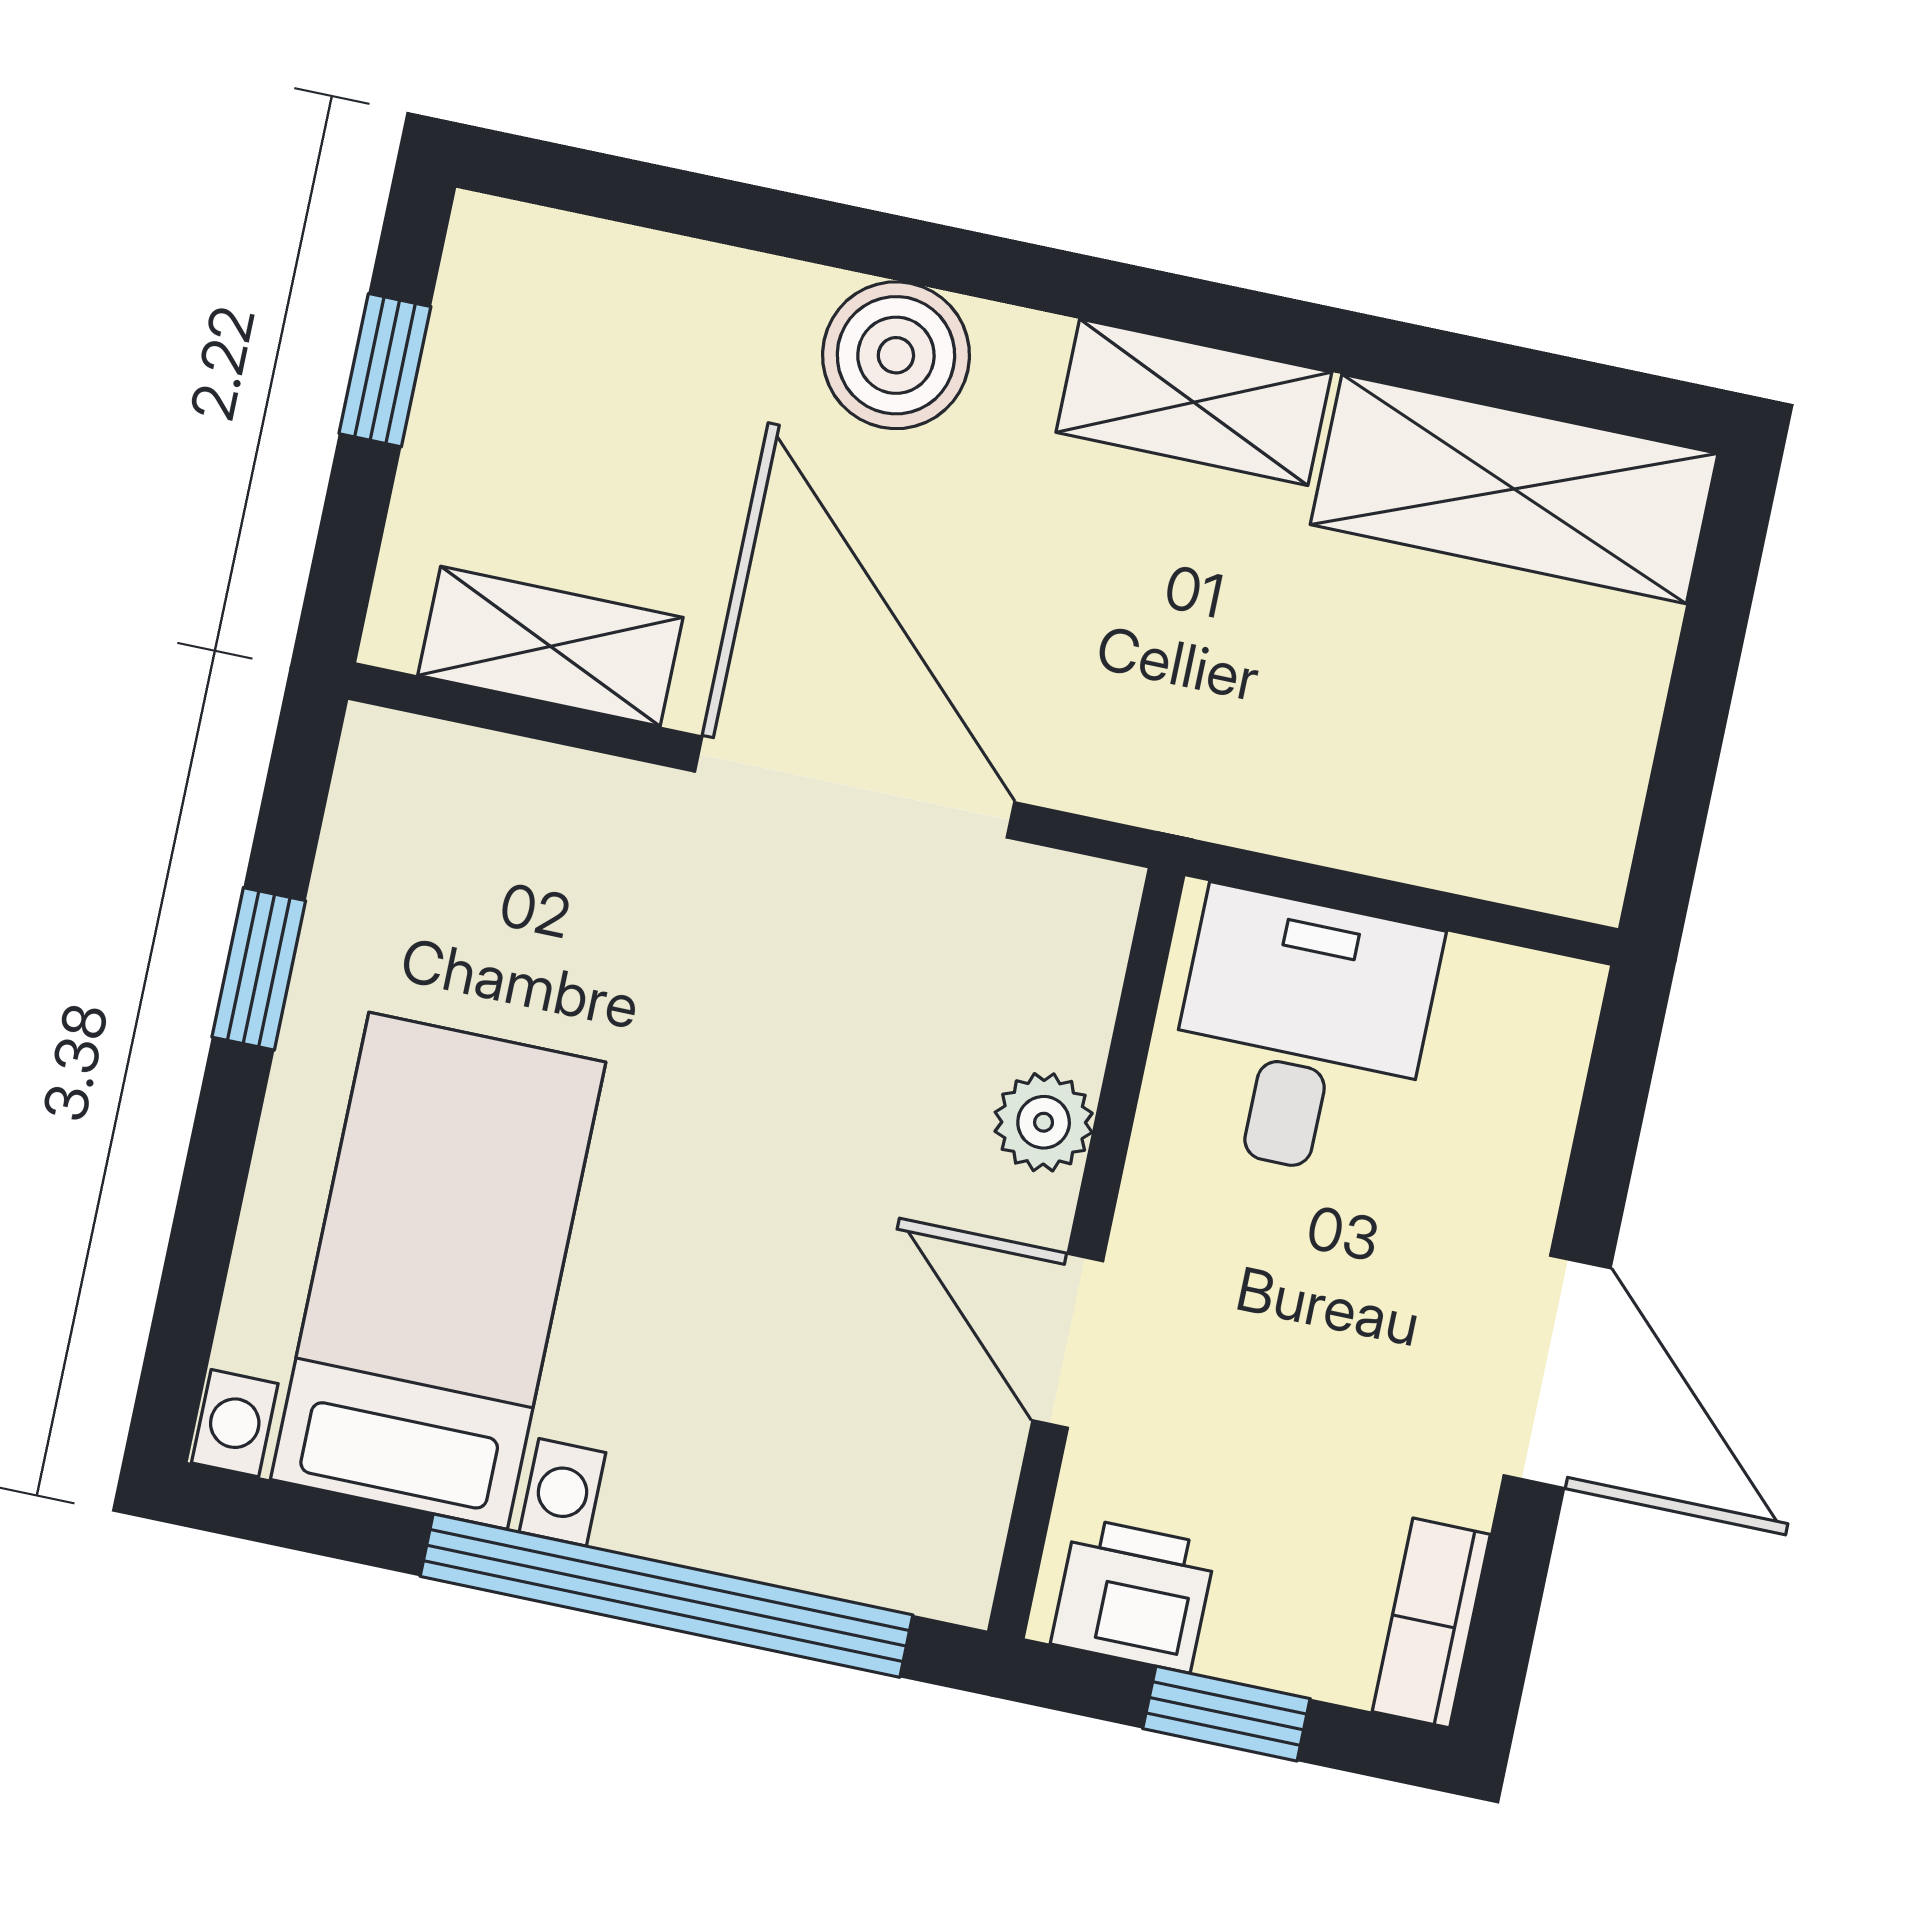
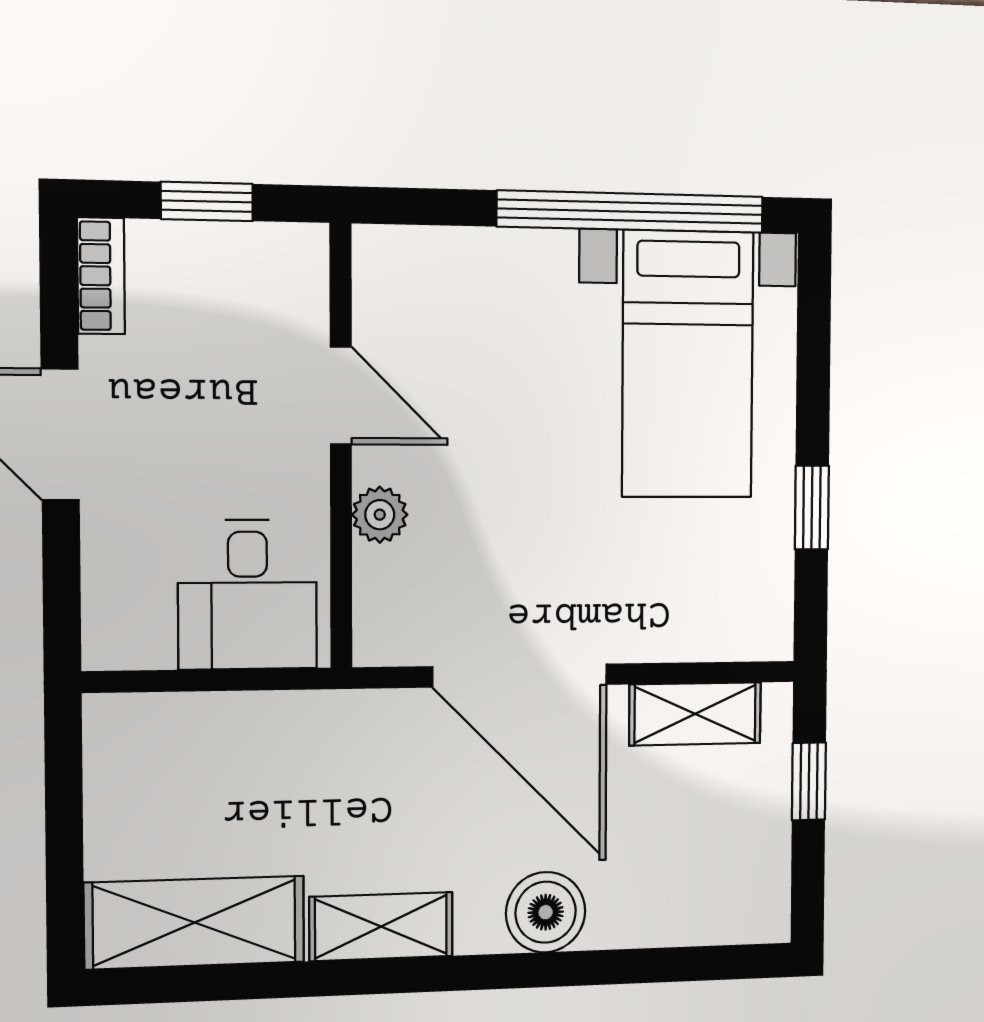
window: (385, 370) -> (809, 781), moved
printer: (1134, 1595) -> (274, 259), removed
window: (667, 1596) -> (631, 212), moved

